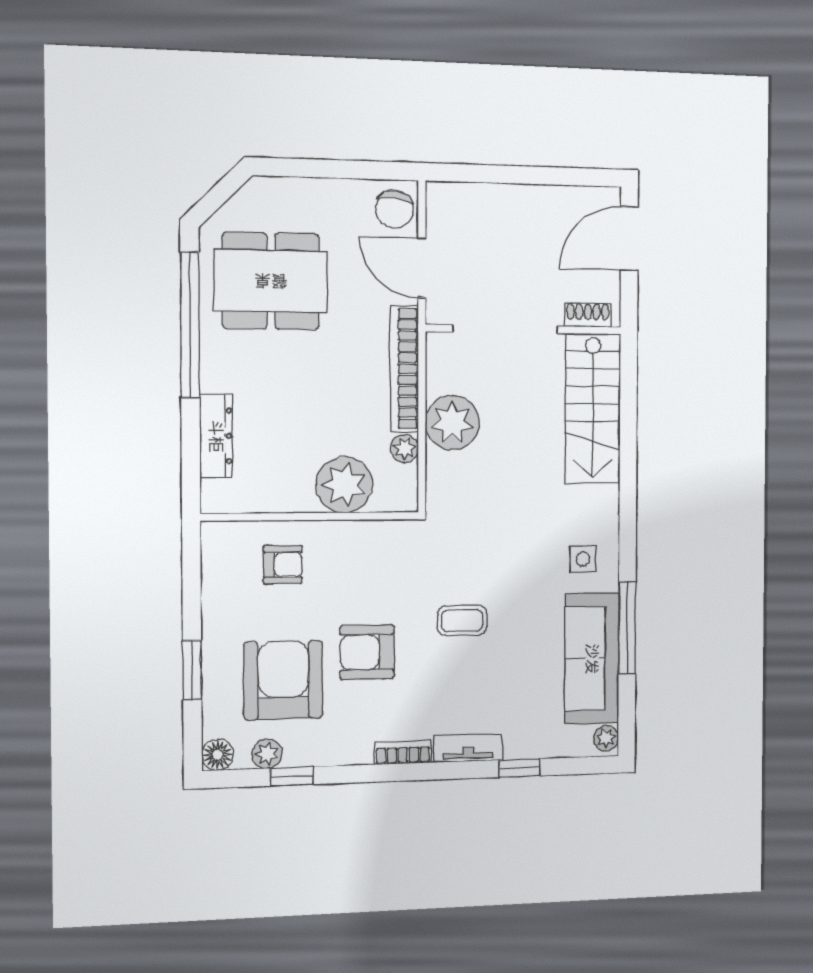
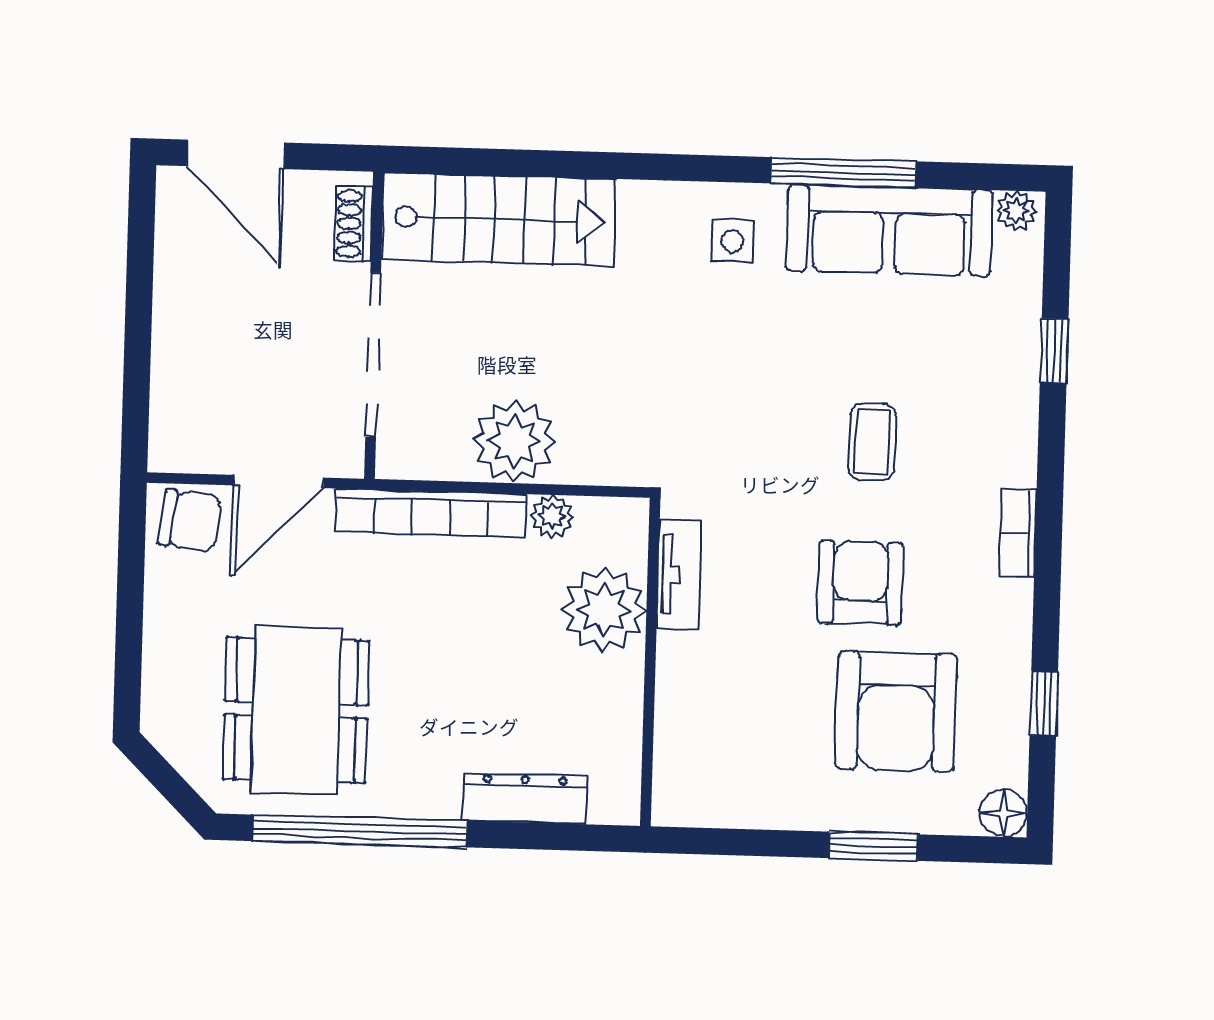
armchair: (283, 565) -> (721, 706), removed
coffee table: (462, 621) -> (872, 442), moved
armchair: (367, 652) -> (860, 583), turned 180
armchair: (283, 680) -> (896, 711), turned -90
tv unit: (468, 748) -> (679, 574), moved, turned 180
plant: (267, 754) -> (1007, 739), removed

